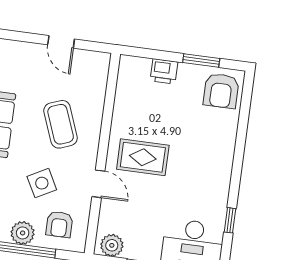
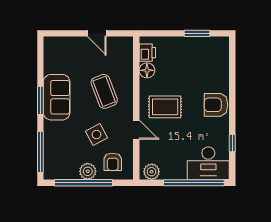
printer: (164, 71) -> (147, 53), moved, turned -90
armchair: (221, 91) -> (216, 105), moved, turned 90
floor lamp: (124, 103) -> (147, 70), added

